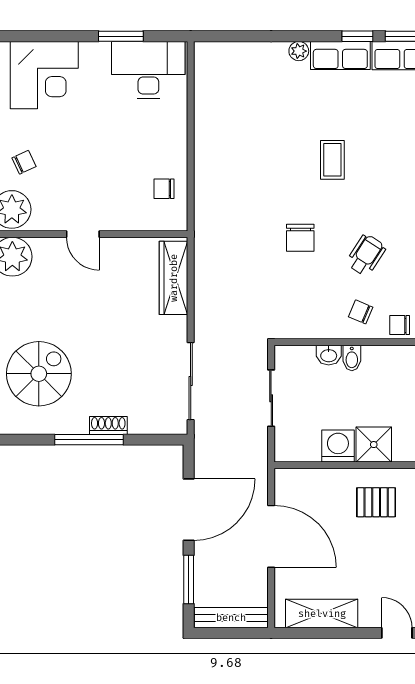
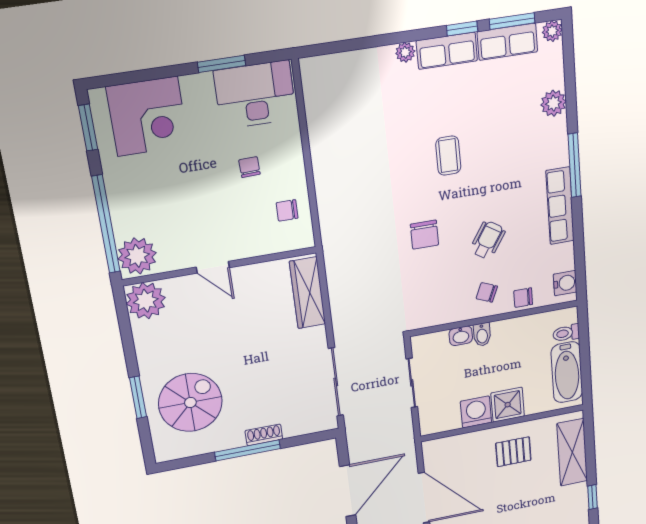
chair: (24, 162) -> (249, 167), moved, turned -67

